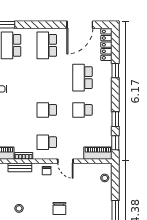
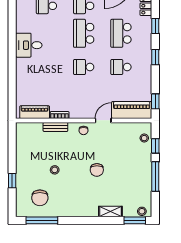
window: (115, 119) -> (155, 57), moved
school desk: (47, 142) -> (84, 33), moved, width x1.85
piano: (98, 153) -> (132, 110), width x1.37, depth x1.33
door: (65, 161) -> (103, 120), swing flipped
window: (115, 185) -> (155, 146), added

